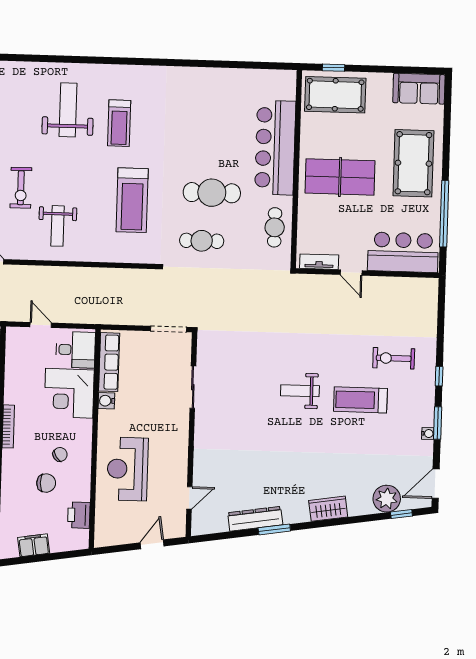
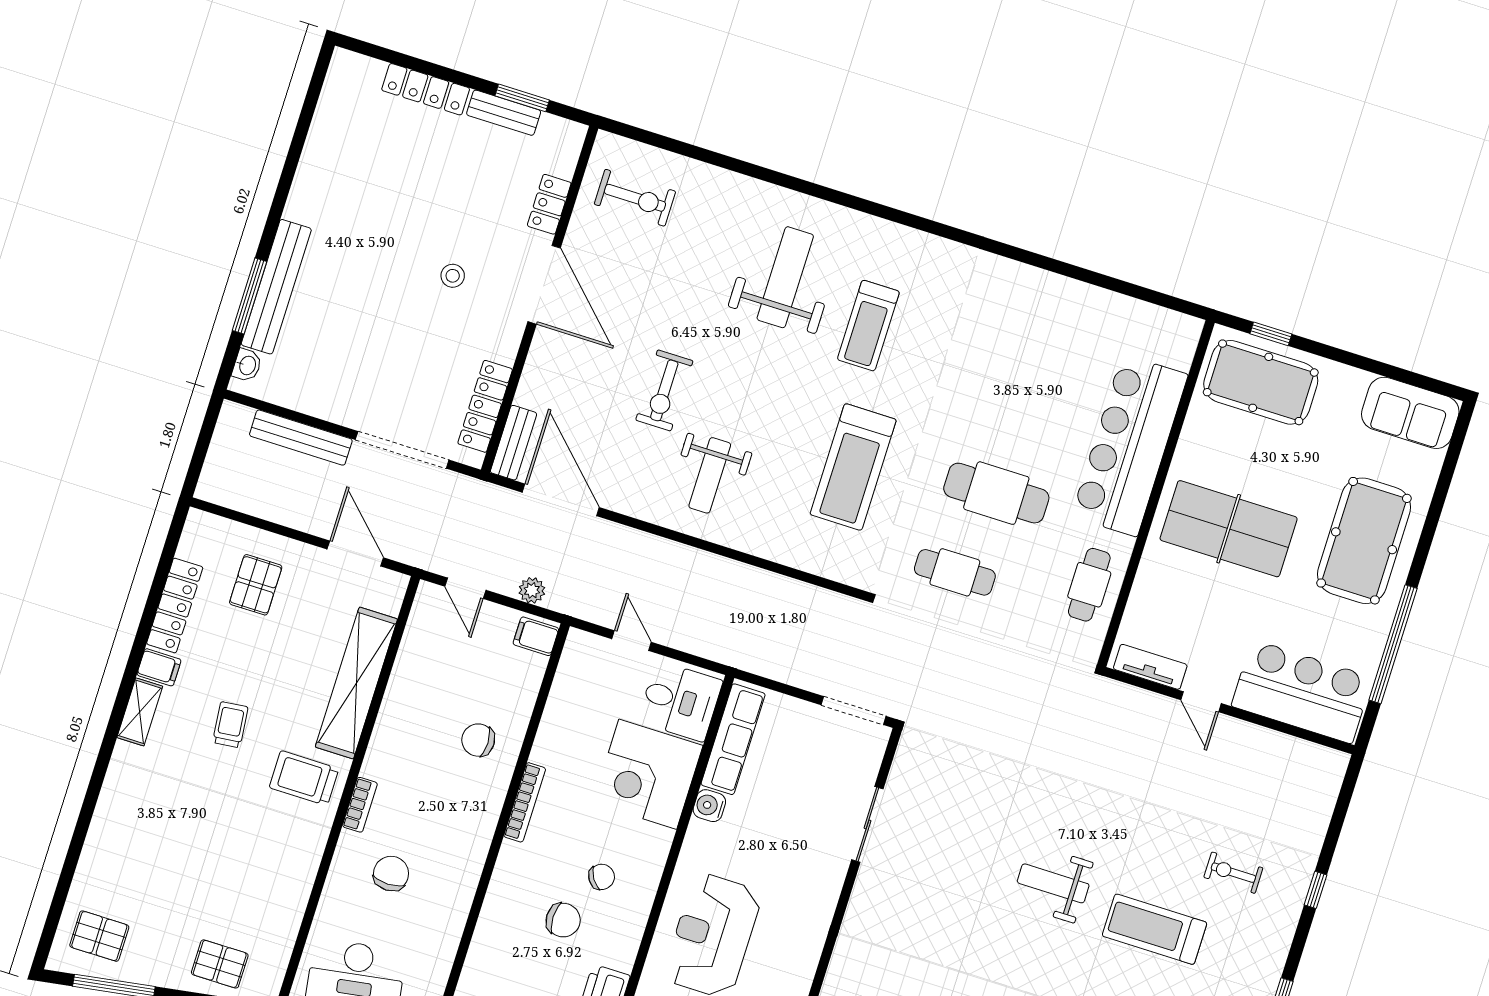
exercise bike: (394, 358) -> (1233, 873), width x0.73, depth x0.72
window: (439, 376) -> (1316, 890), moved

